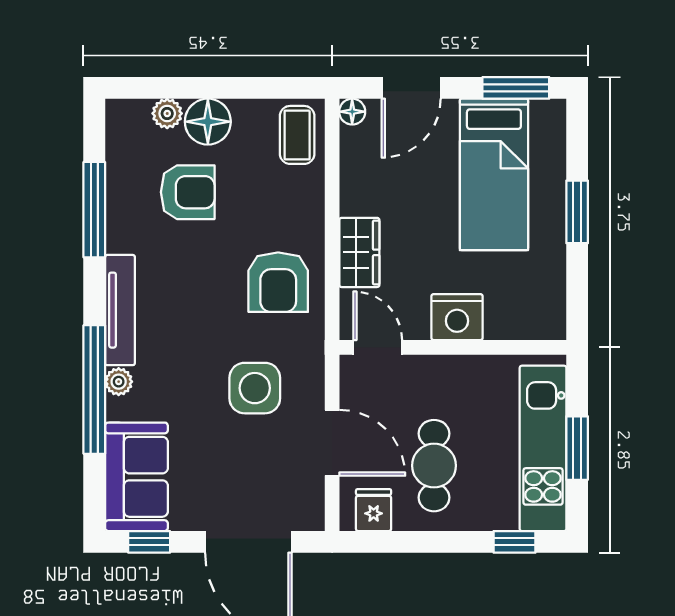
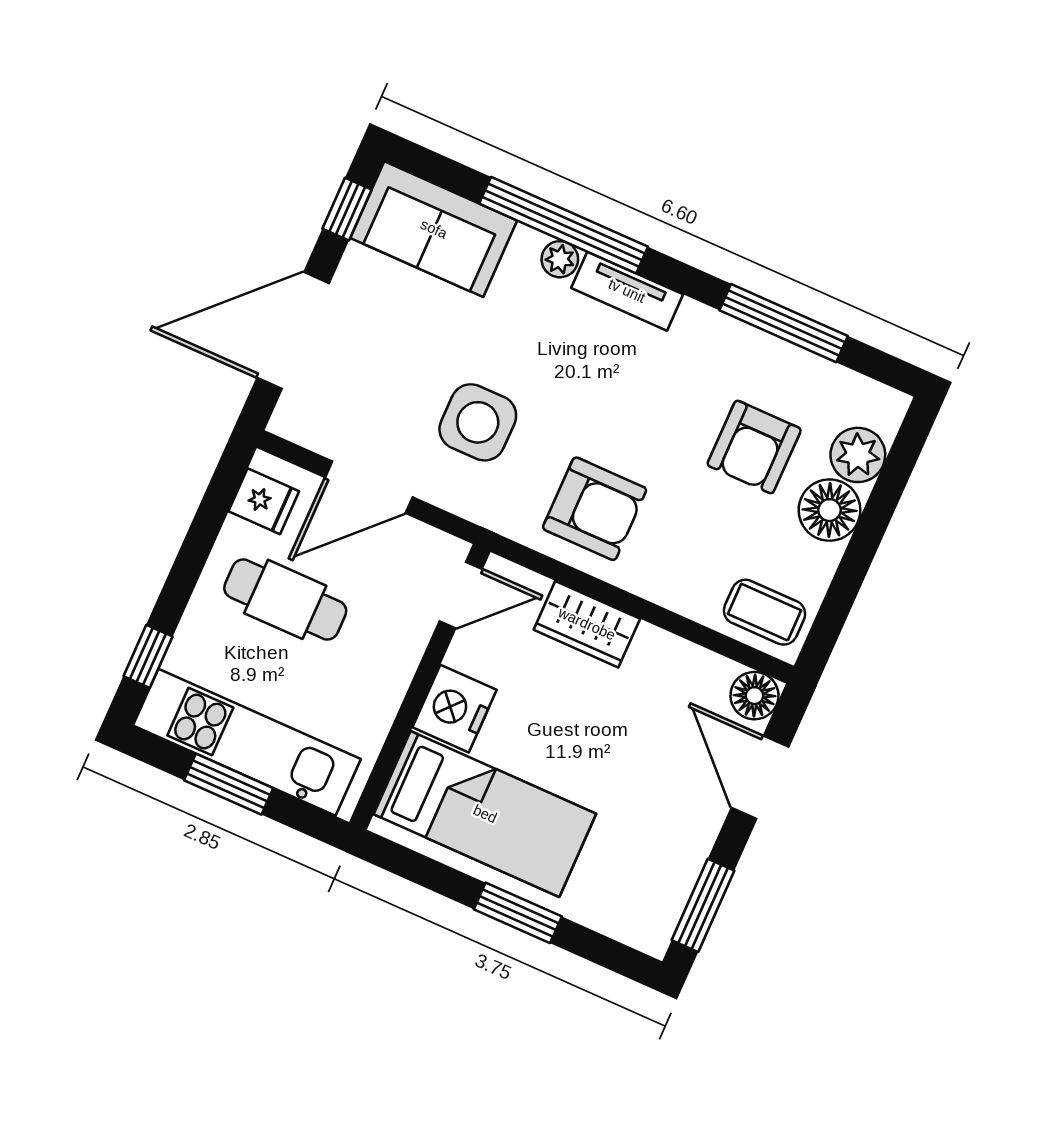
floor lamp: (352, 112) -> (754, 696), width x1.37, depth x1.37
plant: (167, 113) -> (858, 455), width x1.38, depth x1.38
bed: (494, 174) -> (485, 814), moved, turned 180
armchair: (278, 282) -> (595, 509), turned 180
tv unit: (120, 310) -> (627, 291), width x0.71

